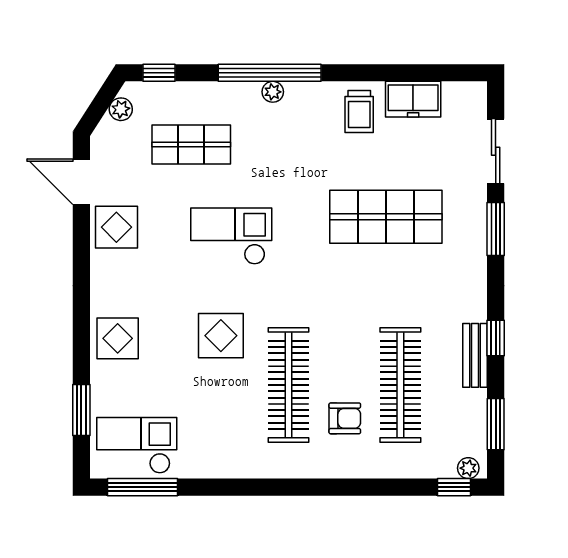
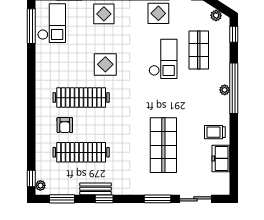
checkout: (231, 236) -> (163, 59), moved

